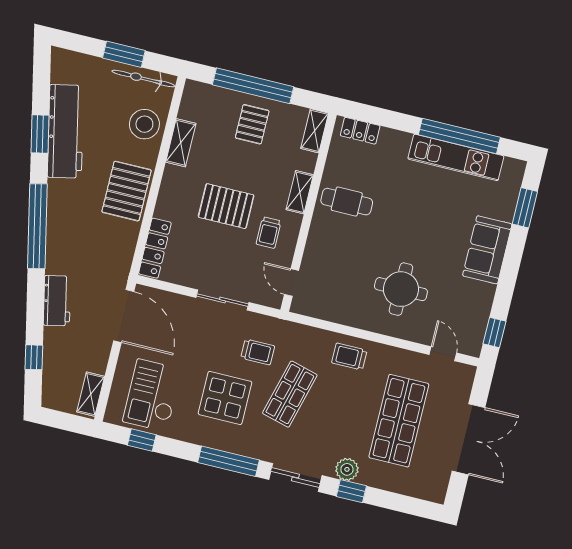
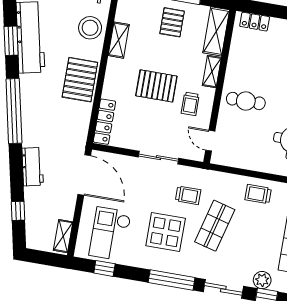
shelving: (315, 131) -> (216, 31), width x1.50, depth x1.33
cafe table: (347, 202) -> (246, 101), moved

